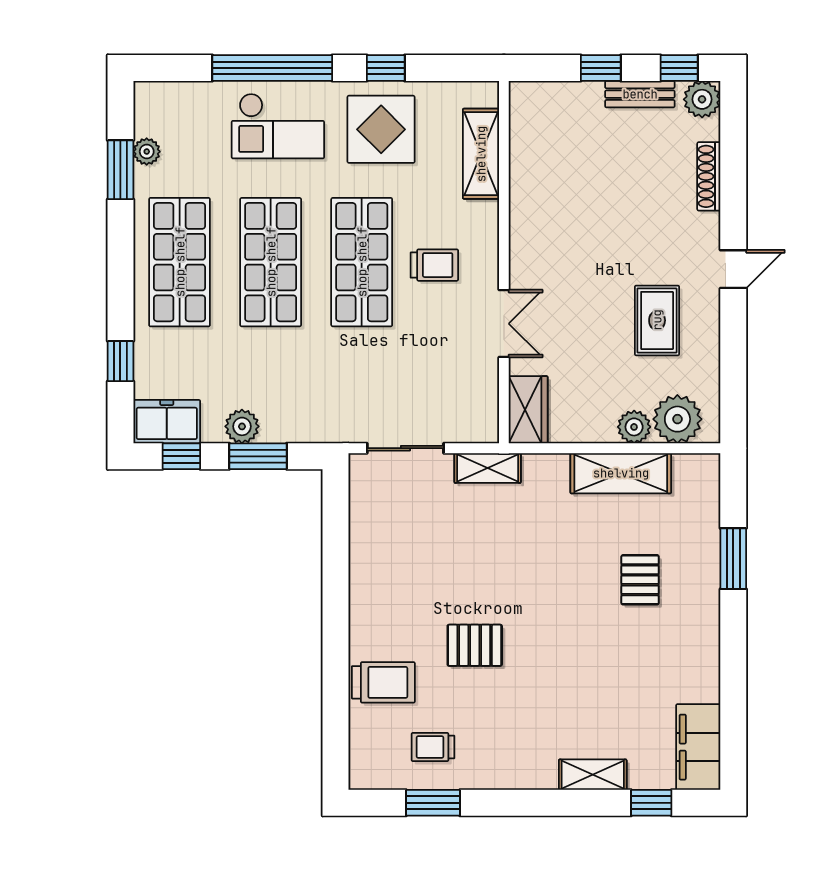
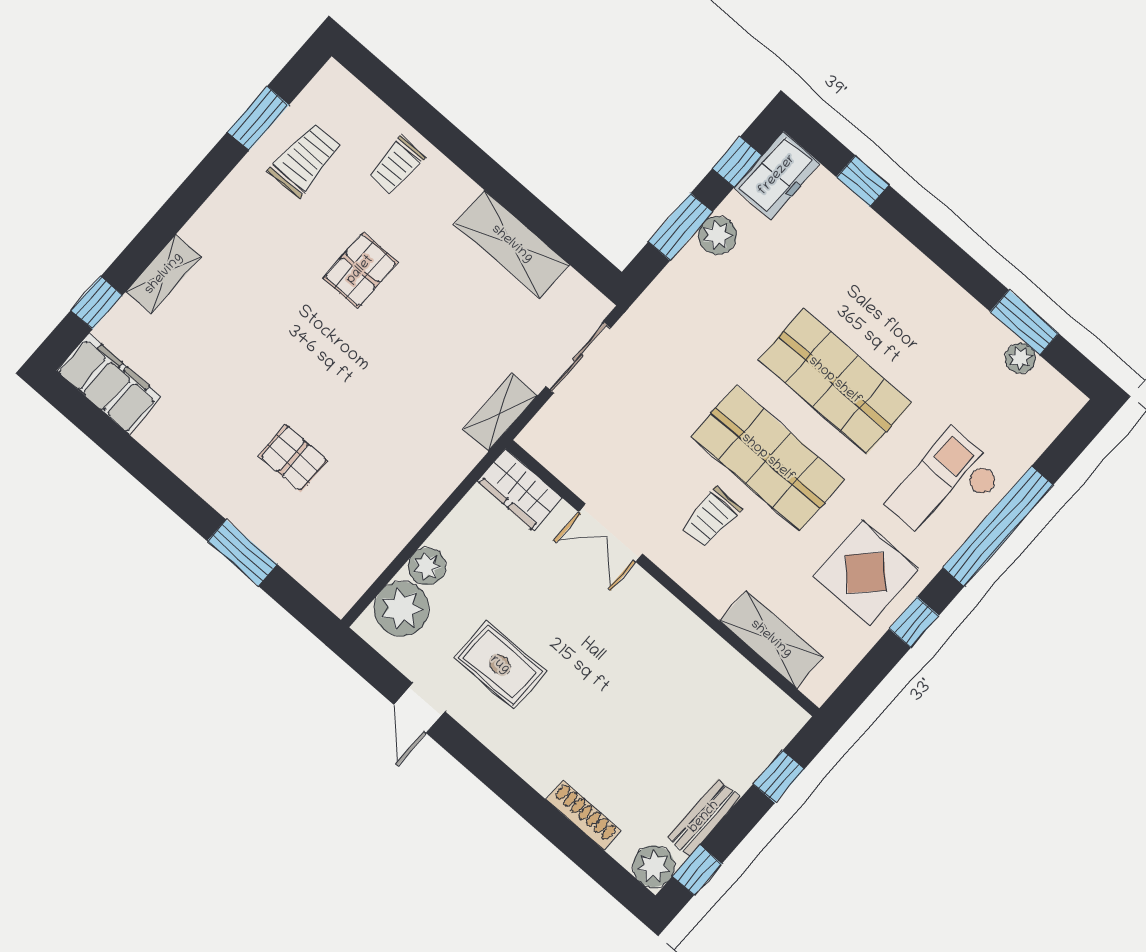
window: (601, 68) -> (779, 777), moved
shop shelf: (180, 262) -> (903, 304), removed
door: (733, 269) -> (419, 708), moved
shelving: (621, 473) -> (512, 244), moved, turned 90
trolley: (383, 682) -> (397, 165), width x0.73, depth x0.72
trolley: (433, 747) -> (305, 160), width x1.36, depth x1.39

